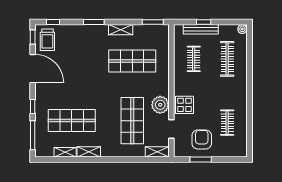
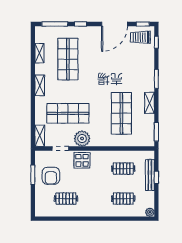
clothes rail: (227, 59) -> (123, 199), width x0.73
armchair: (202, 139) -> (51, 176), turned 90
shelving: (89, 152) -> (40, 85), moved

